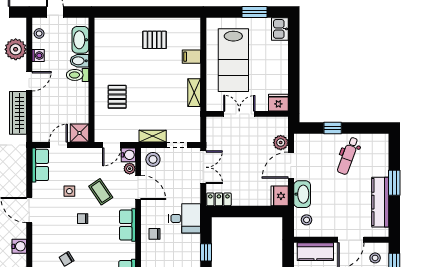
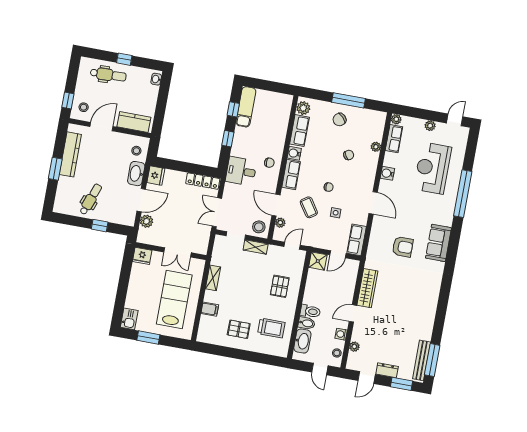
trolley: (118, 48) -> (271, 328), added
plant: (16, 49) -> (354, 347), width x0.53, depth x0.53
water cooler: (128, 155) -> (294, 153), moved
locker: (219, 199) -> (203, 181), width x1.53

